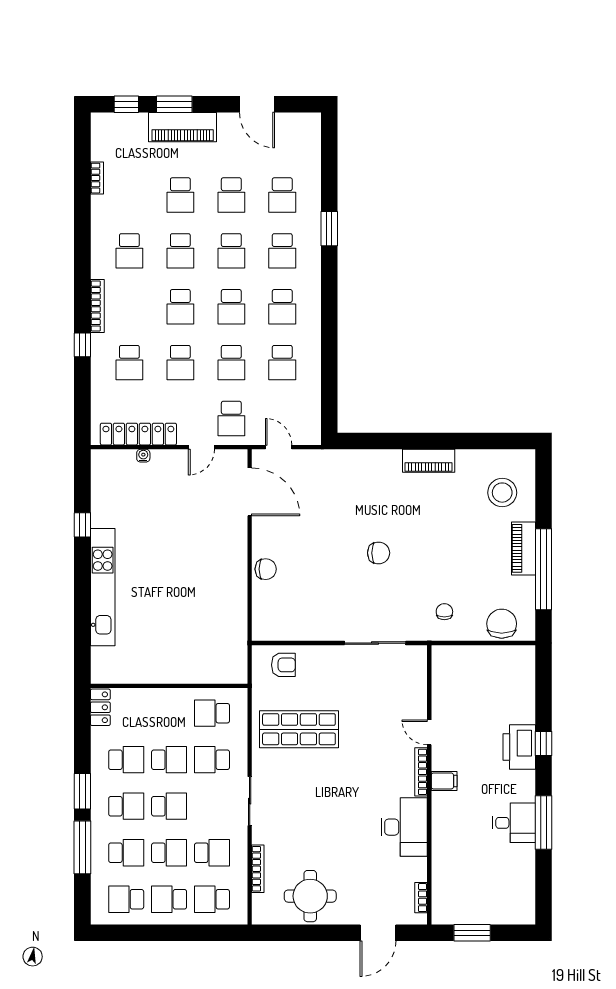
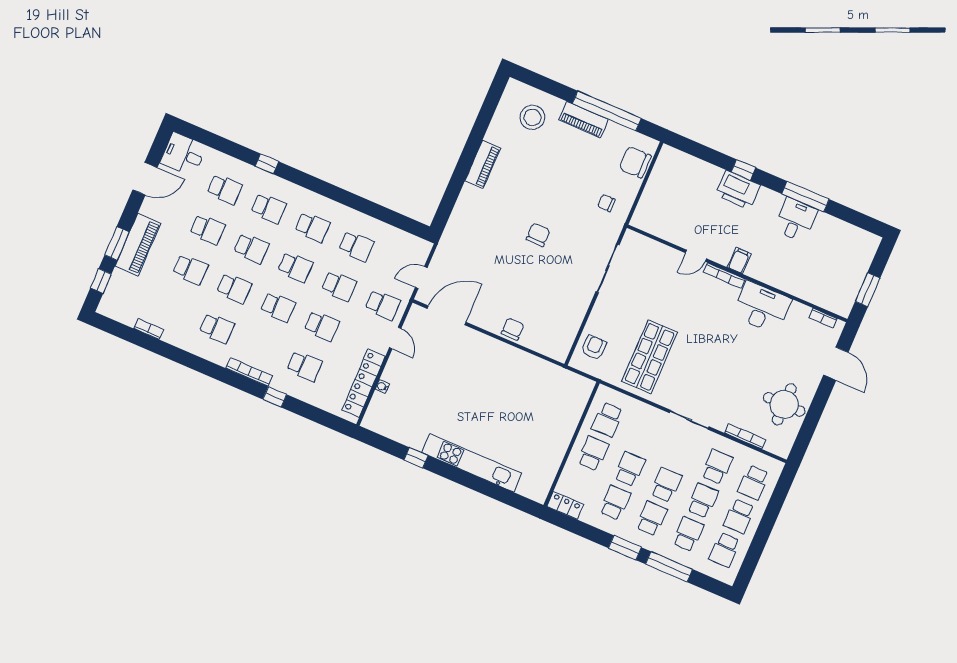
desk: (301, 134) -> (183, 154), added
window: (329, 229) -> (267, 164), width x0.67
school desk: (212, 760) -> (593, 453), moved, turned 180

